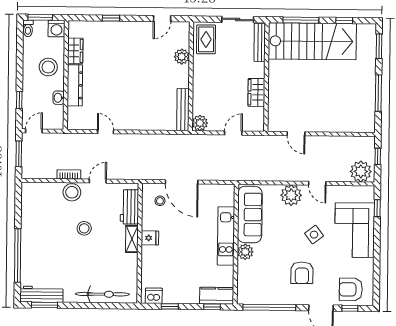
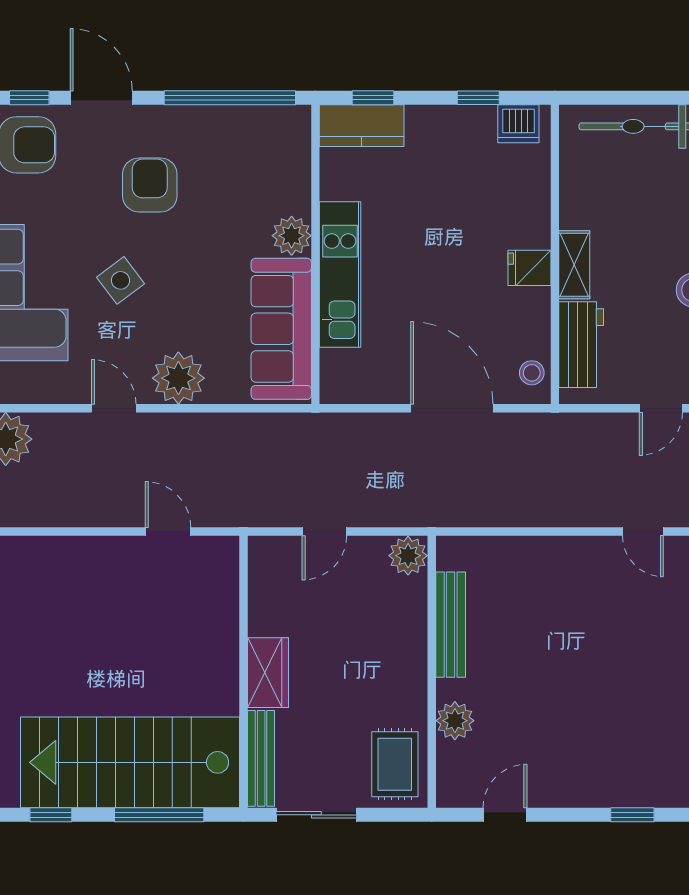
wardrobe: (256, 92) -> (268, 673), moved
bench: (183, 110) -> (451, 625), moved
stool: (160, 201) -> (532, 373), moved

